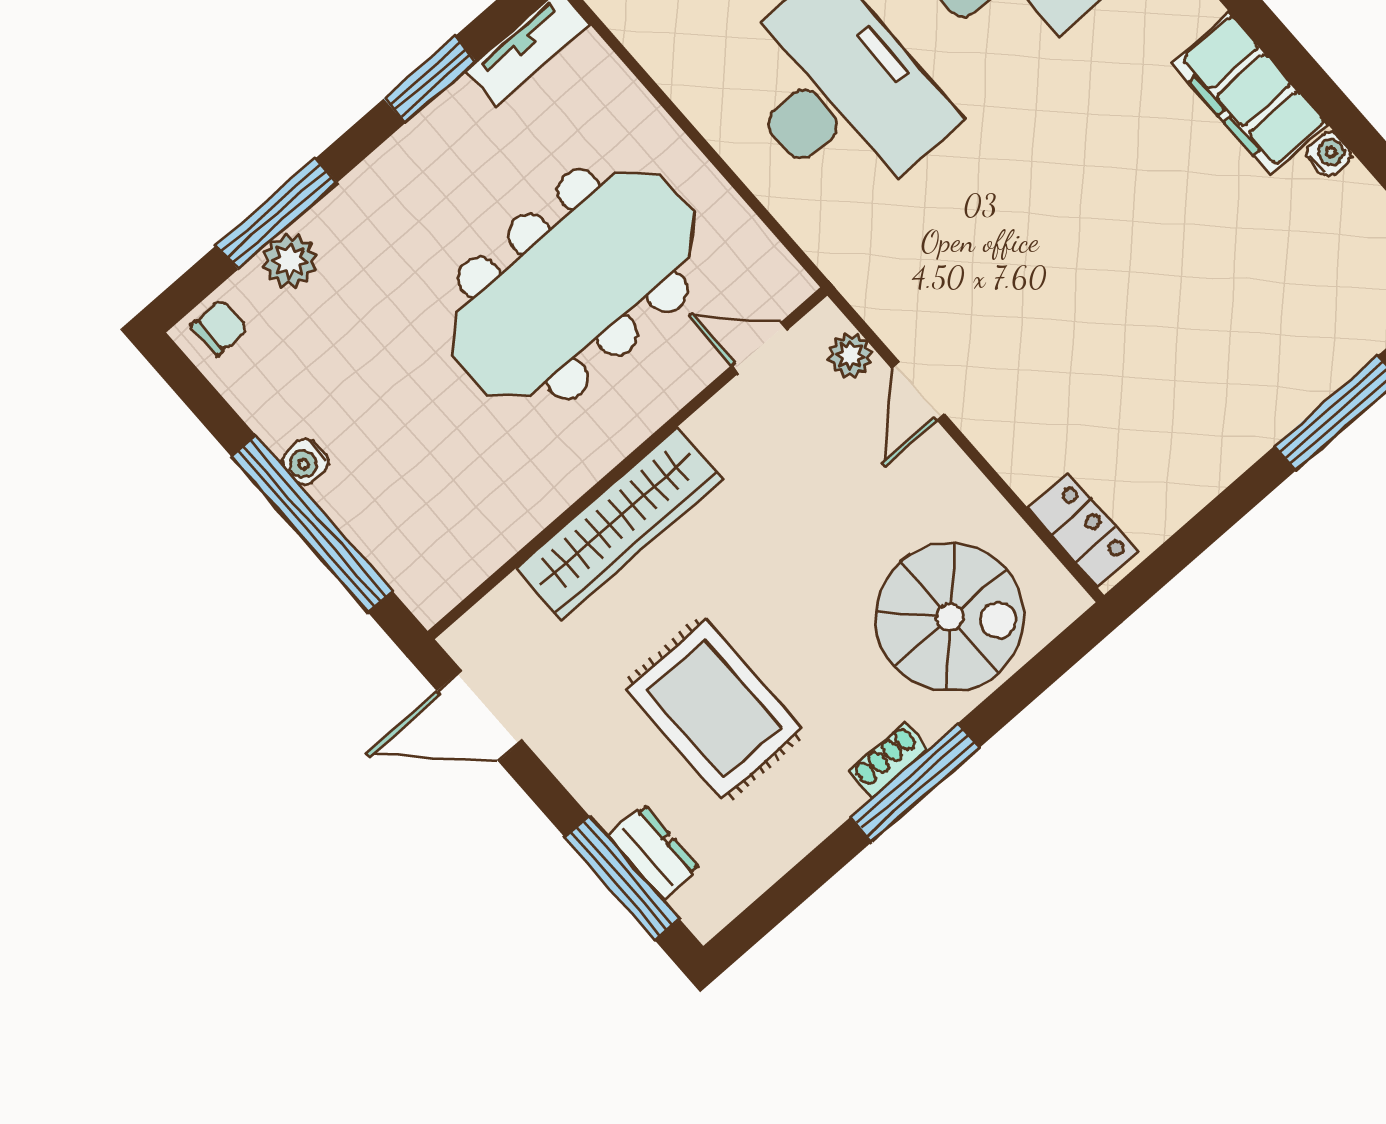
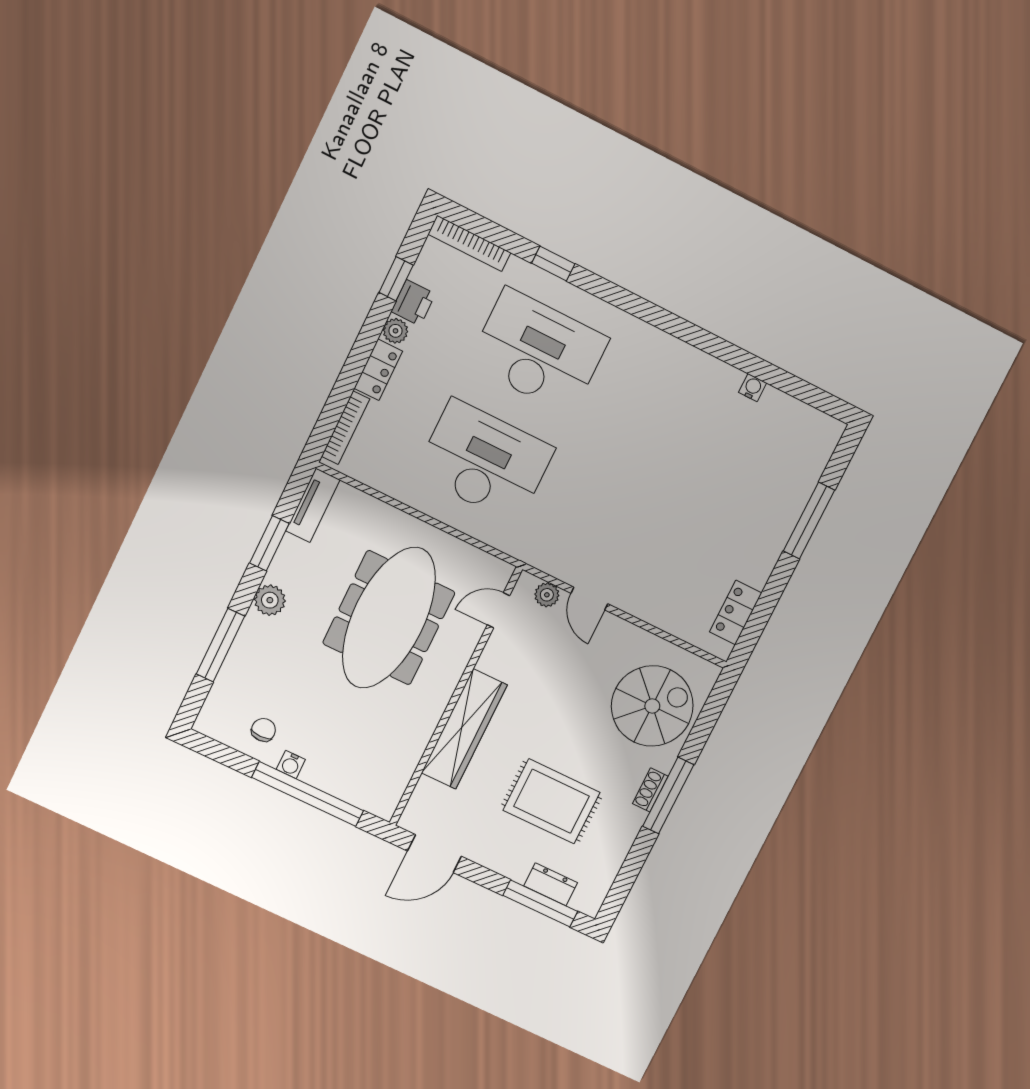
filing cabinet: (1250, 94) -> (699, 373), removed
plant: (290, 261) -> (270, 600), moved
chair: (220, 327) -> (263, 730), moved
locker: (1083, 531) -> (736, 612), moved, turned -90

